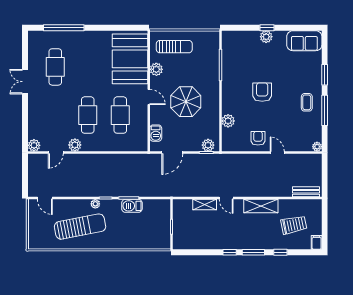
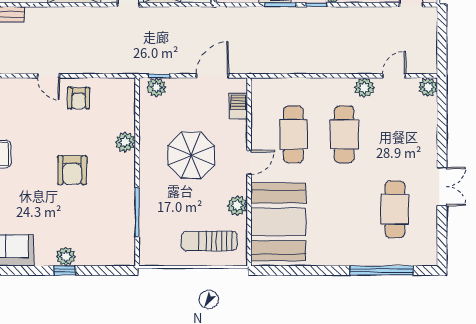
door: (149, 97) -> (249, 162), swing flipped
plant: (228, 121) -> (125, 142), moved

